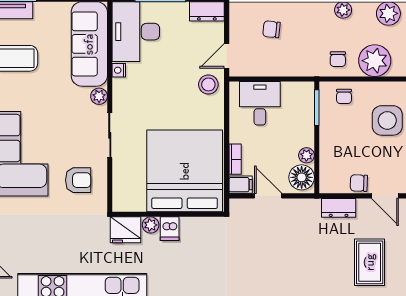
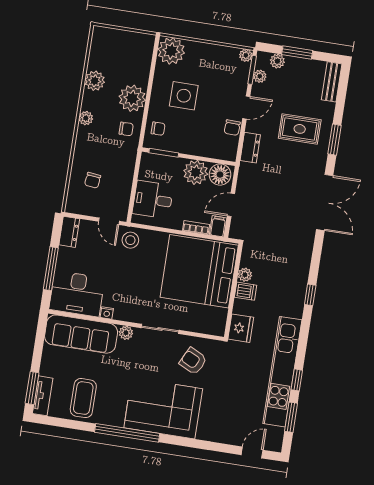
plant: (306, 155) -> (196, 172), width x1.87, depth x1.87
armchair: (78, 180) -> (193, 361), turned -64
plant: (151, 225) -> (245, 275), moved

